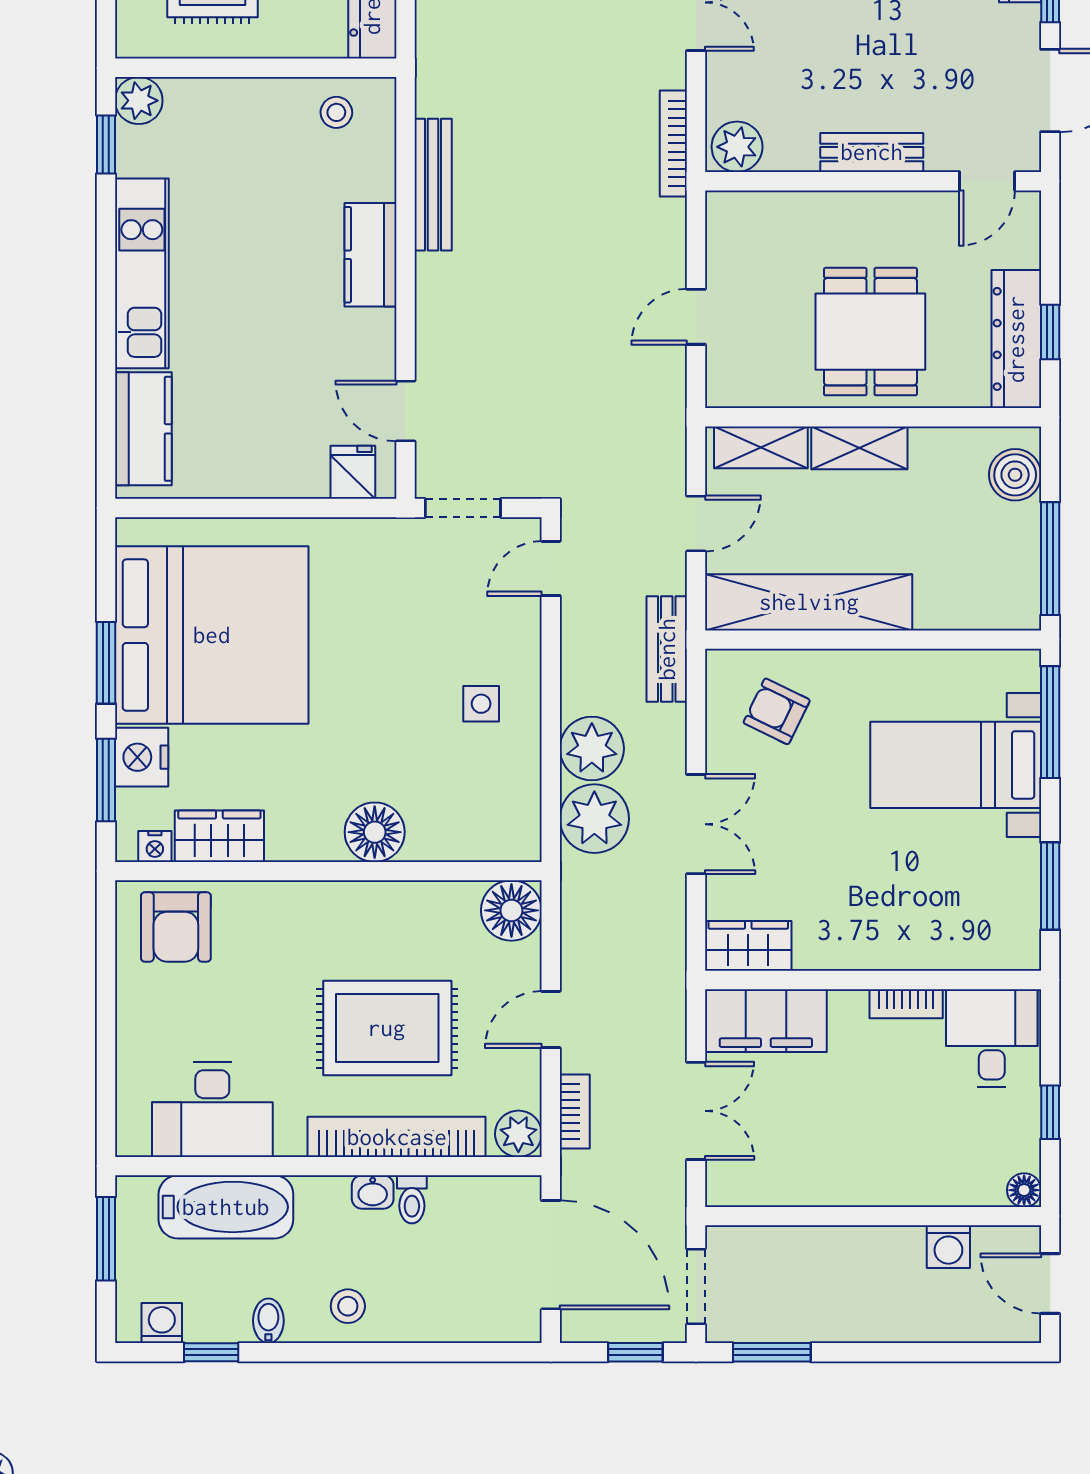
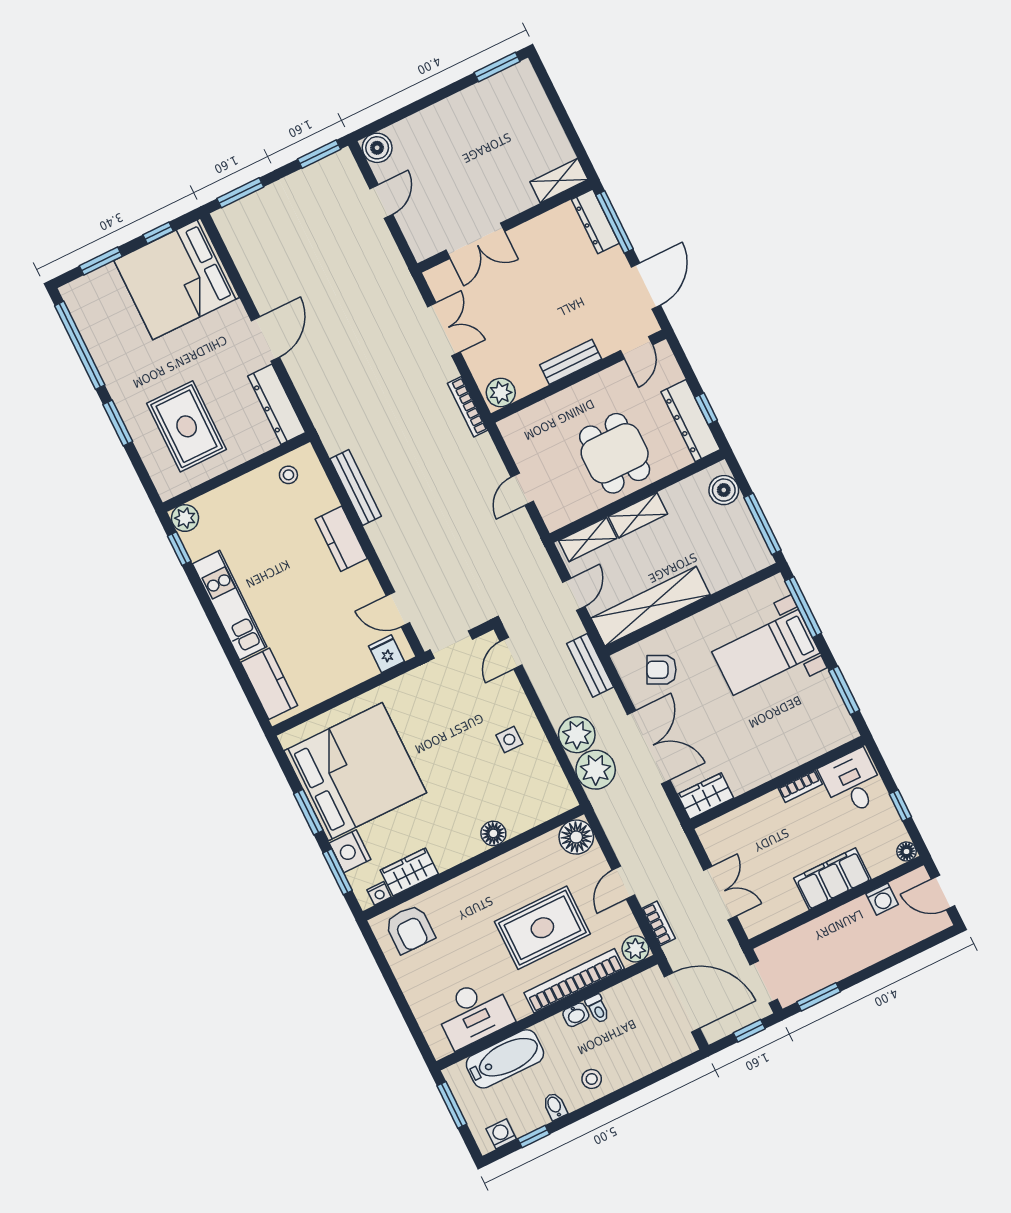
double door: (696, 824) -> (649, 747), width x1.37
floor lamp: (375, 832) -> (493, 833), width x0.73, depth x0.73
filing cabinet: (766, 1021) -> (832, 879), moved, turned 180

